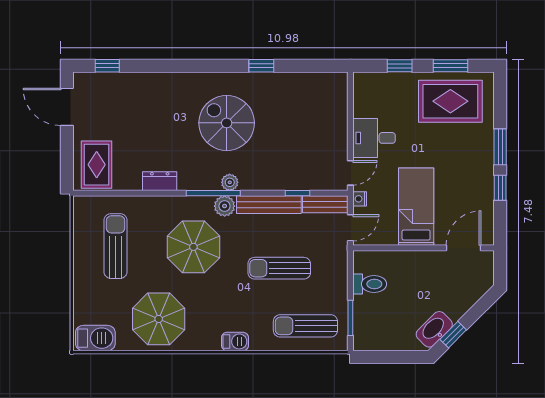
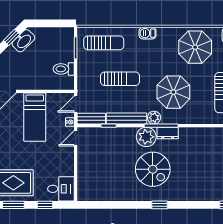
window: (261, 66) -> (160, 205), moved
desk: (374, 138) -> (61, 189), moved
dresser: (160, 181) -> (168, 133), moved
plant: (230, 182) -> (146, 137), width x1.87, depth x1.87

